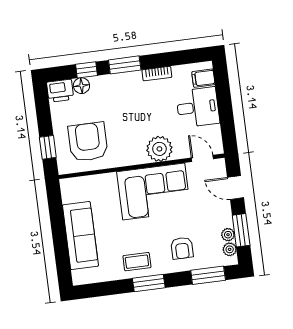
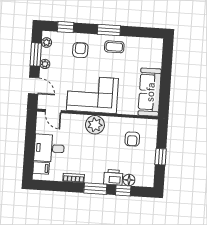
printer: (60, 91) -> (113, 177), moved
armchair: (88, 142) -> (132, 139), width x0.53, depth x0.53
window: (48, 147) -> (161, 157), moved
plant: (159, 149) -> (95, 125), moved
plant: (228, 235) -> (45, 64), moved
sofa: (80, 236) -> (150, 92), moved
window: (208, 275) -> (66, 27), width x0.67

